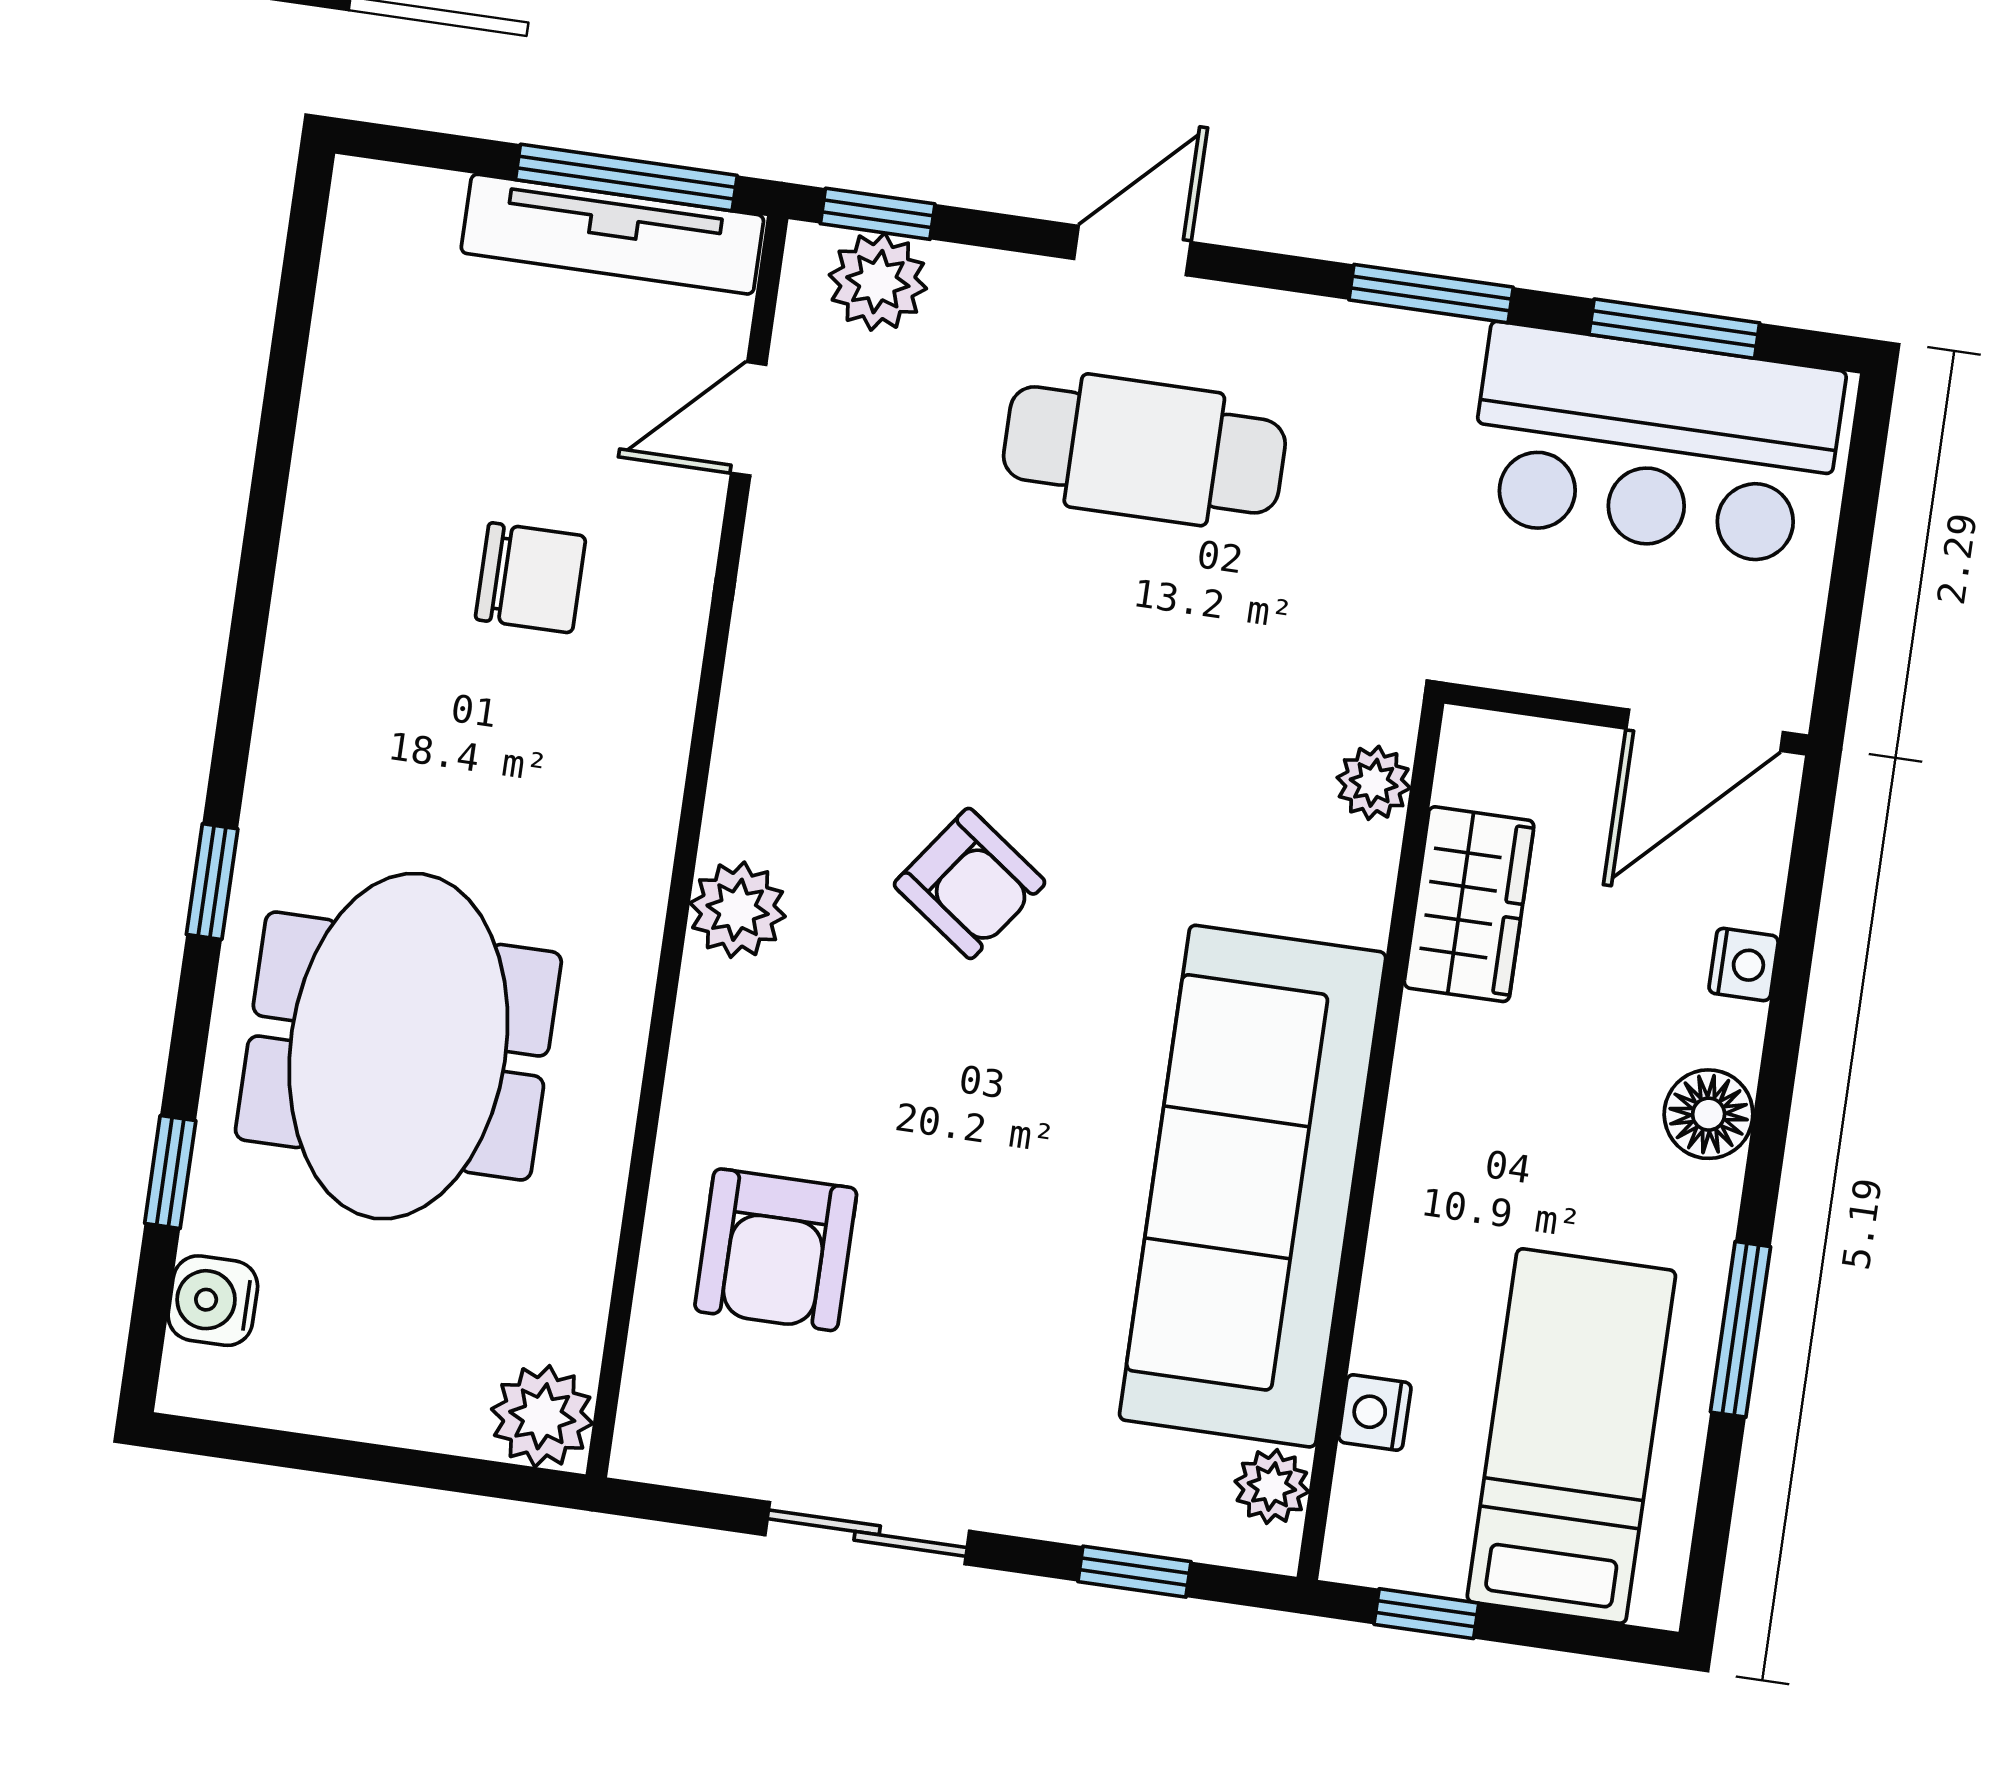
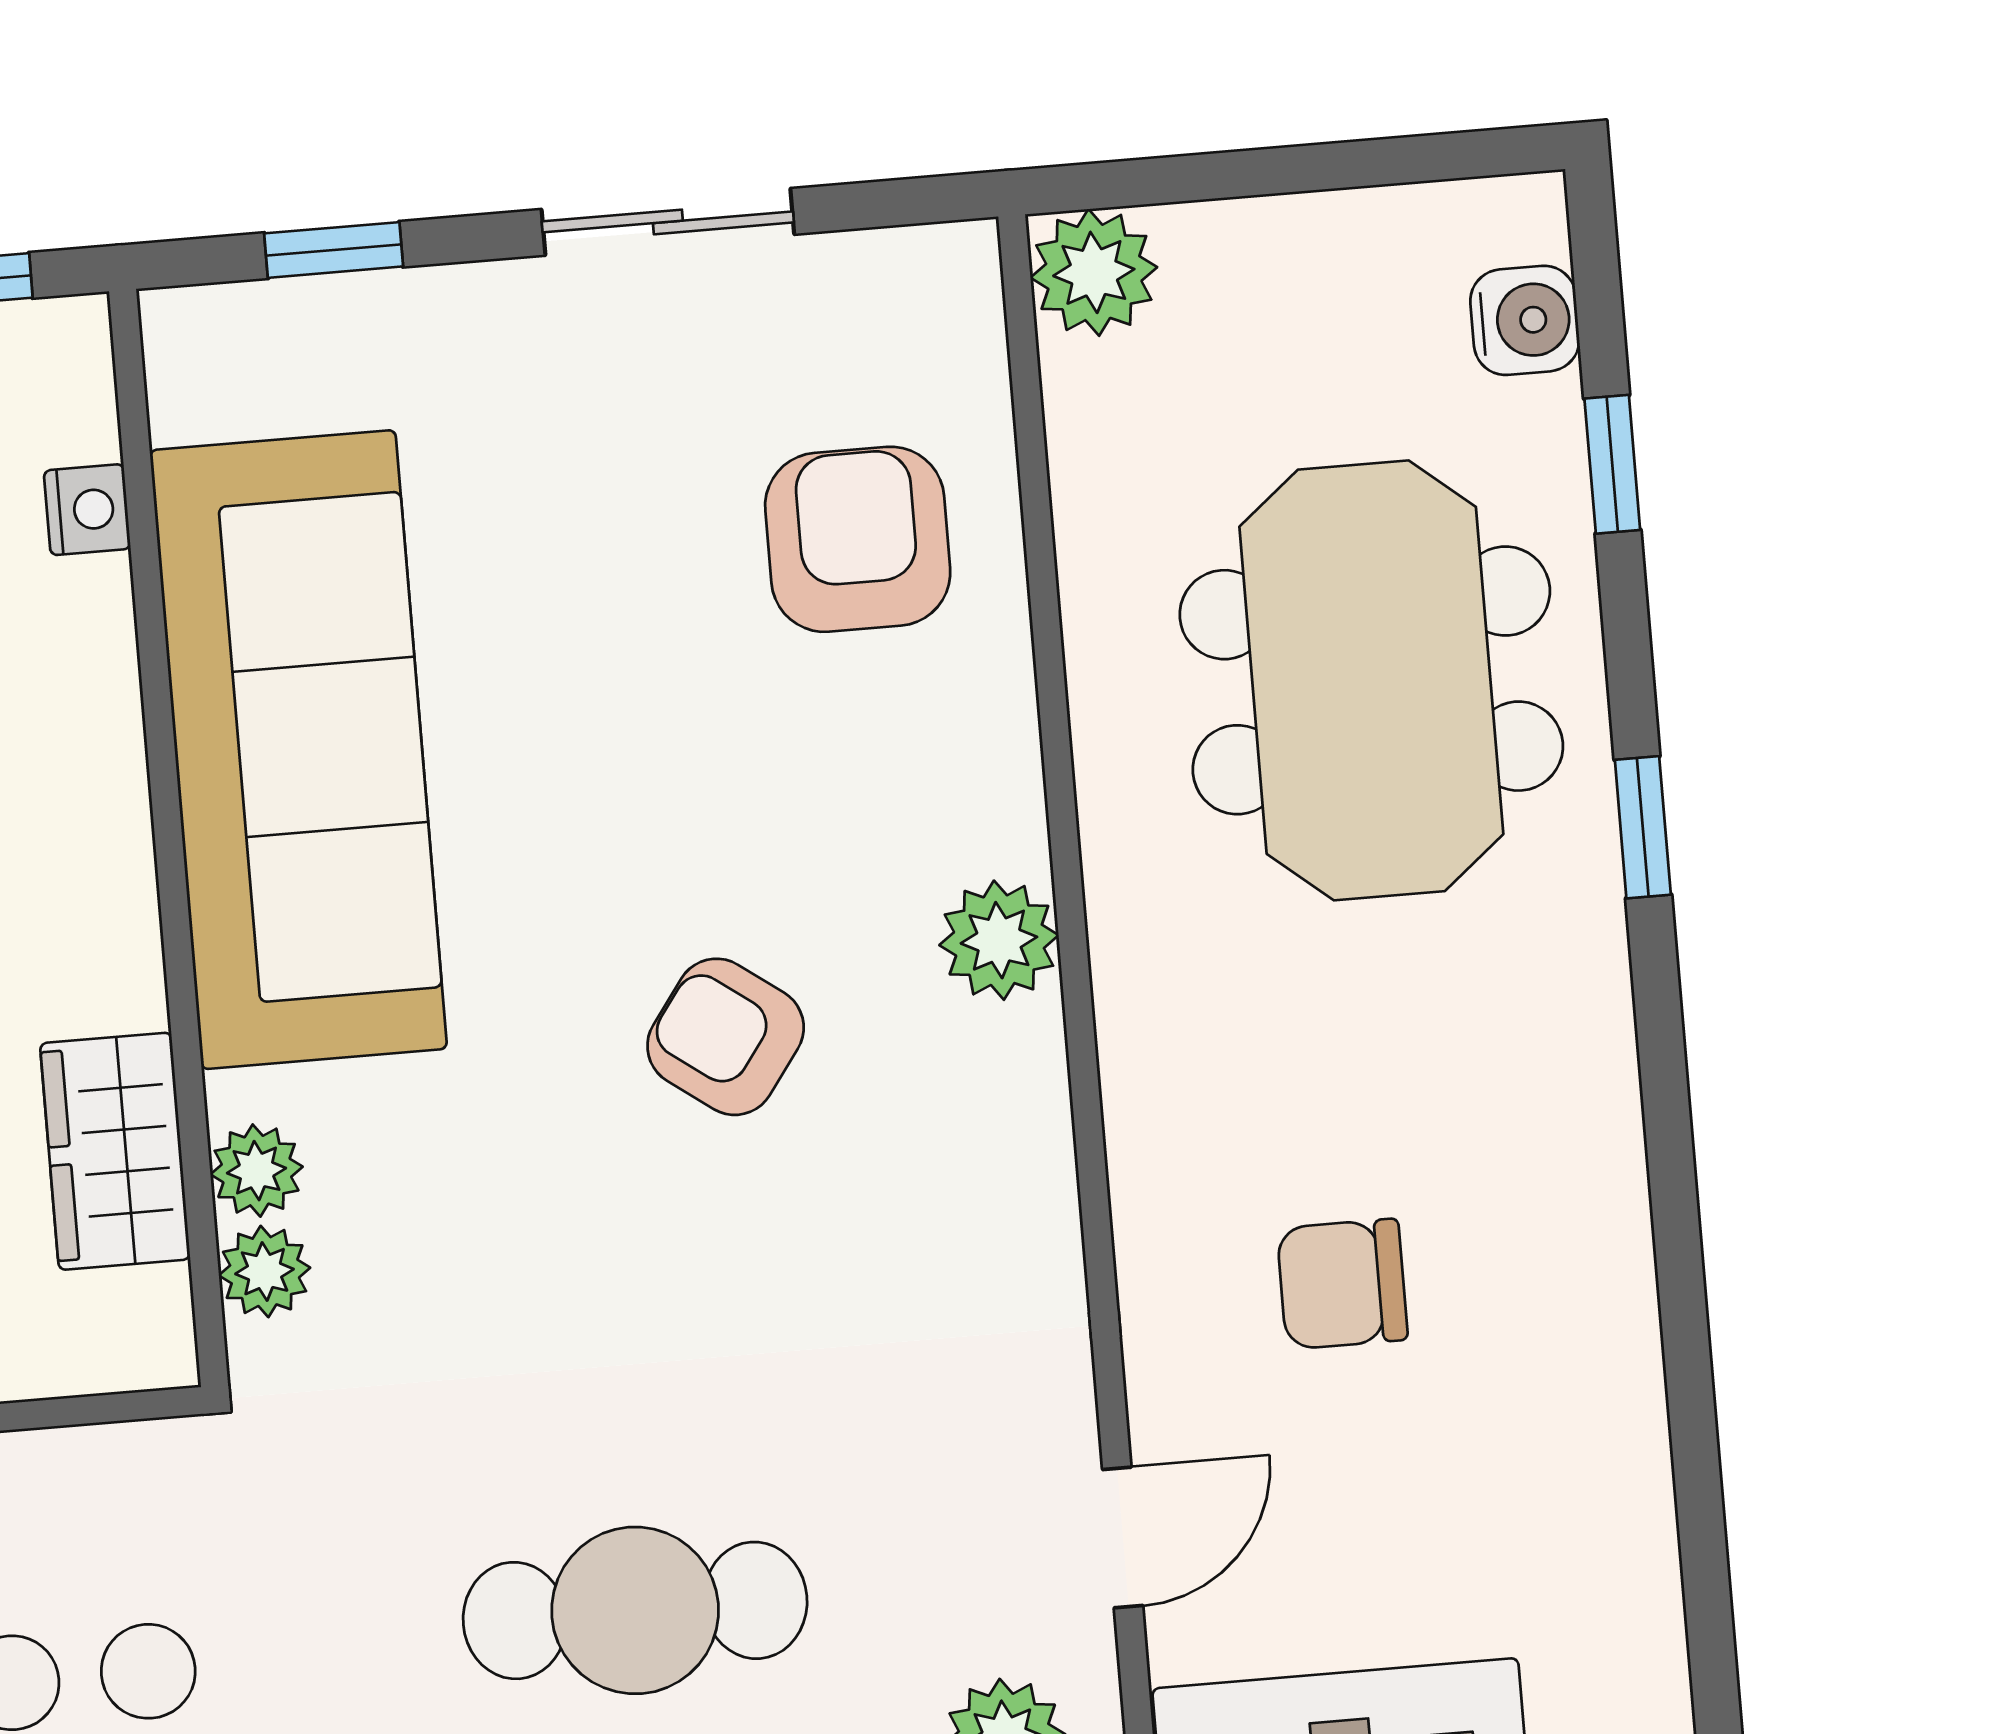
plant: (1272, 1487) -> (257, 1171), moved

